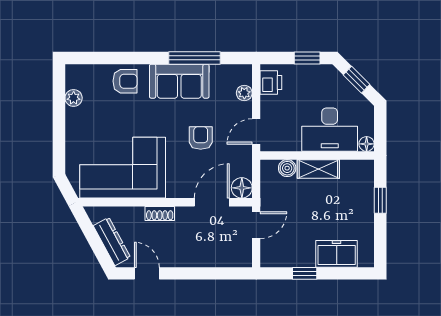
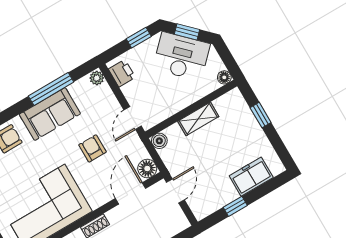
plant: (244, 93) -> (97, 78), moved
desk: (330, 130) -> (181, 56), moved, turned -135
boiler: (287, 168) -> (159, 141), moved

